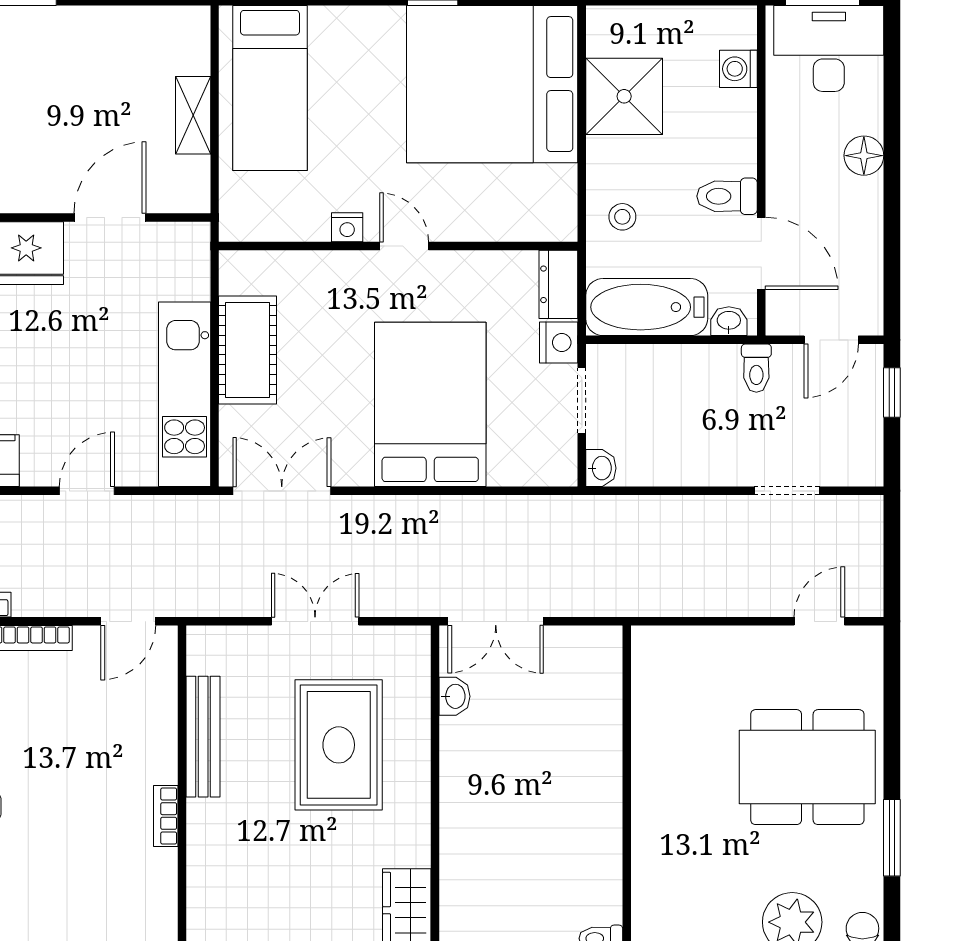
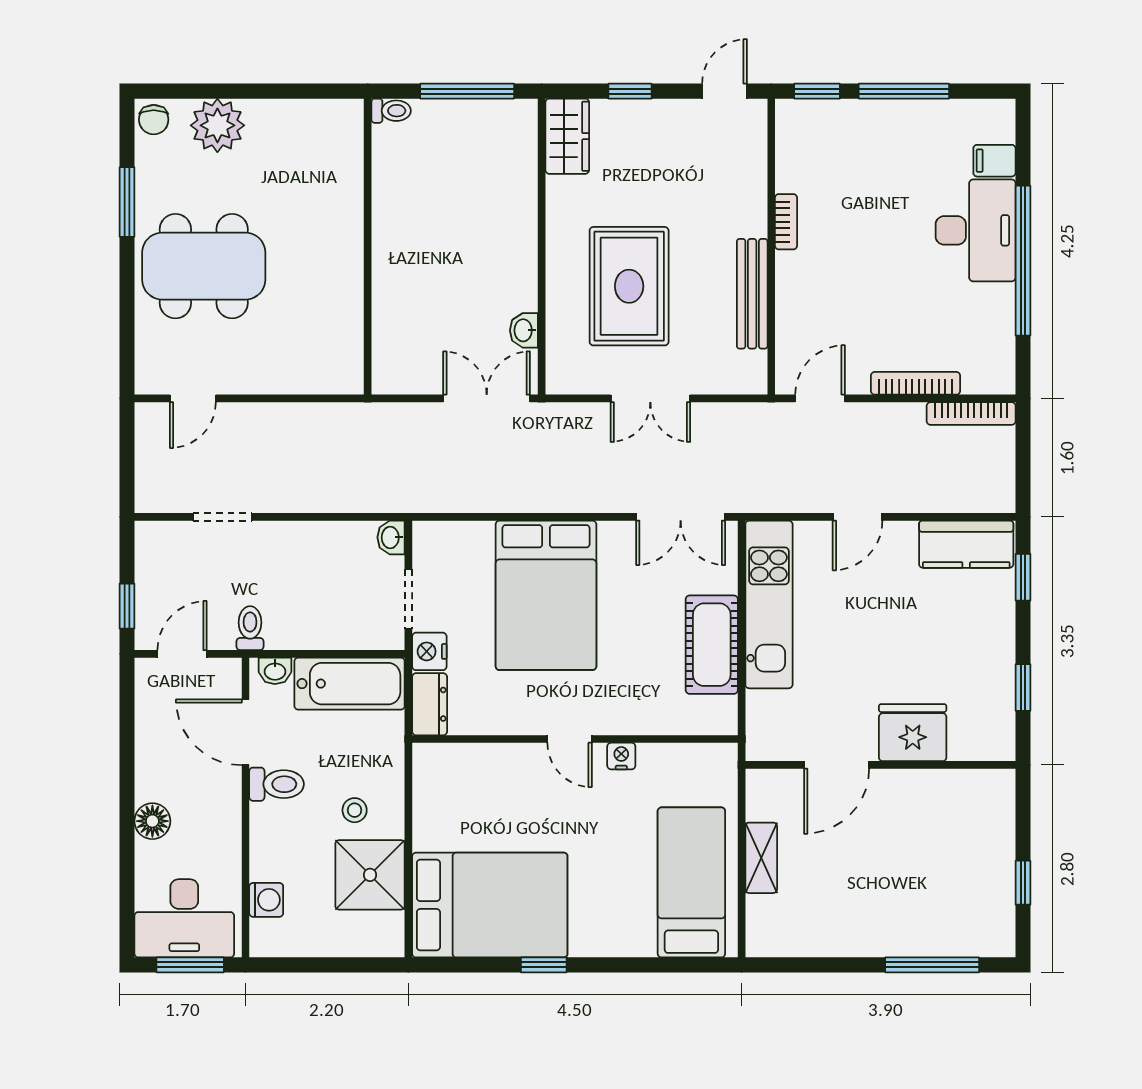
bed: (492, 84) -> (490, 905), width x0.73
stool: (622, 217) -> (355, 810), moved

